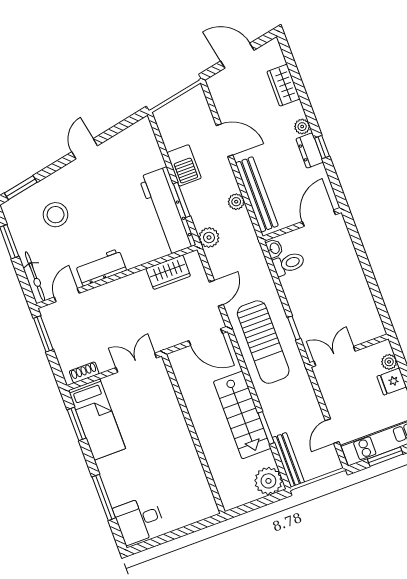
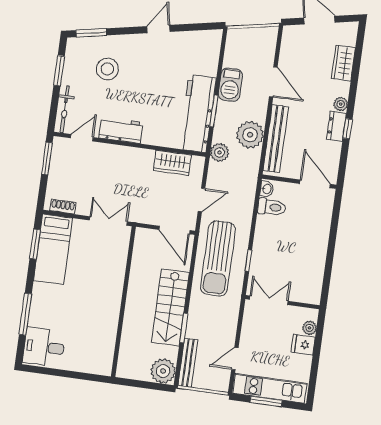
plant: (236, 202) -> (250, 135), width x1.87, depth x1.87
door: (319, 218) -> (315, 184), hinge flipped

